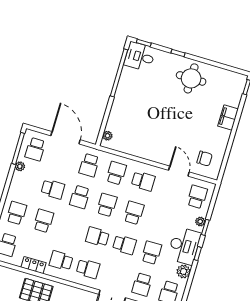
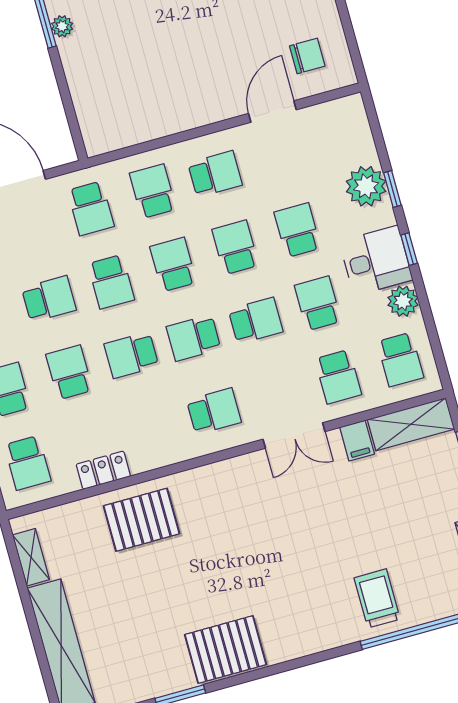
plant: (107, 136) -> (62, 26), moved
door: (179, 171) -> (272, 112), hinge flipped
school desk: (197, 197) -> (297, 230), moved
plant: (200, 222) -> (366, 186), width x1.87, depth x1.87
desk: (184, 246) -> (376, 261), width x0.73
school desk: (61, 261) -> (131, 355), moved

